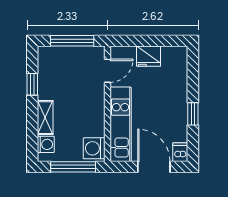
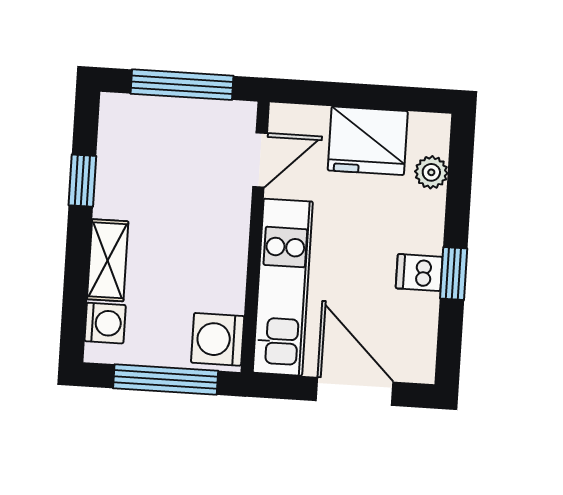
fridge: (148, 56) -> (368, 141), width x1.36, depth x1.34
plant: (181, 71) -> (431, 172), added
dishwasher: (180, 152) -> (419, 273), moved, turned -90

